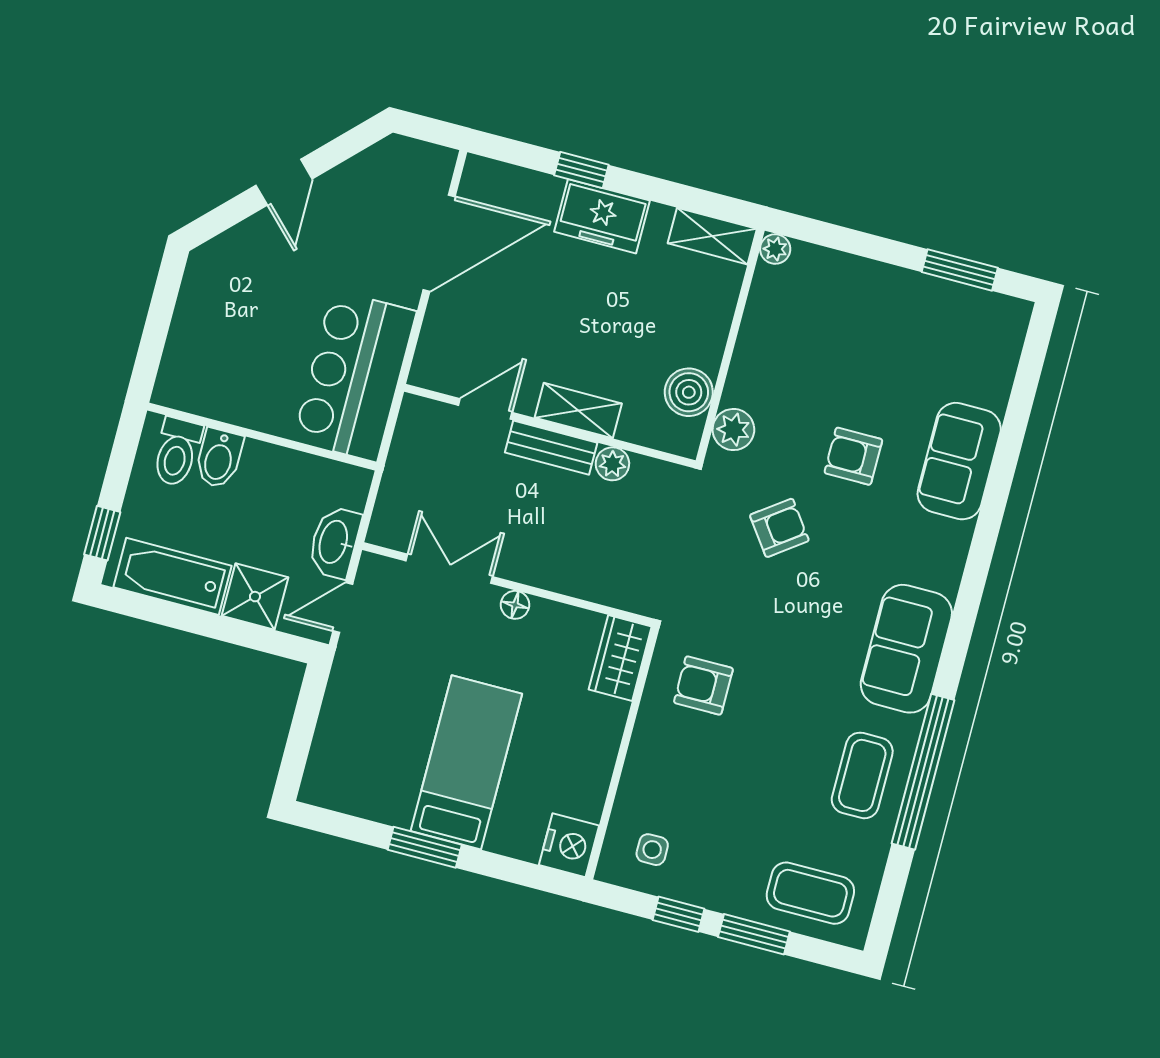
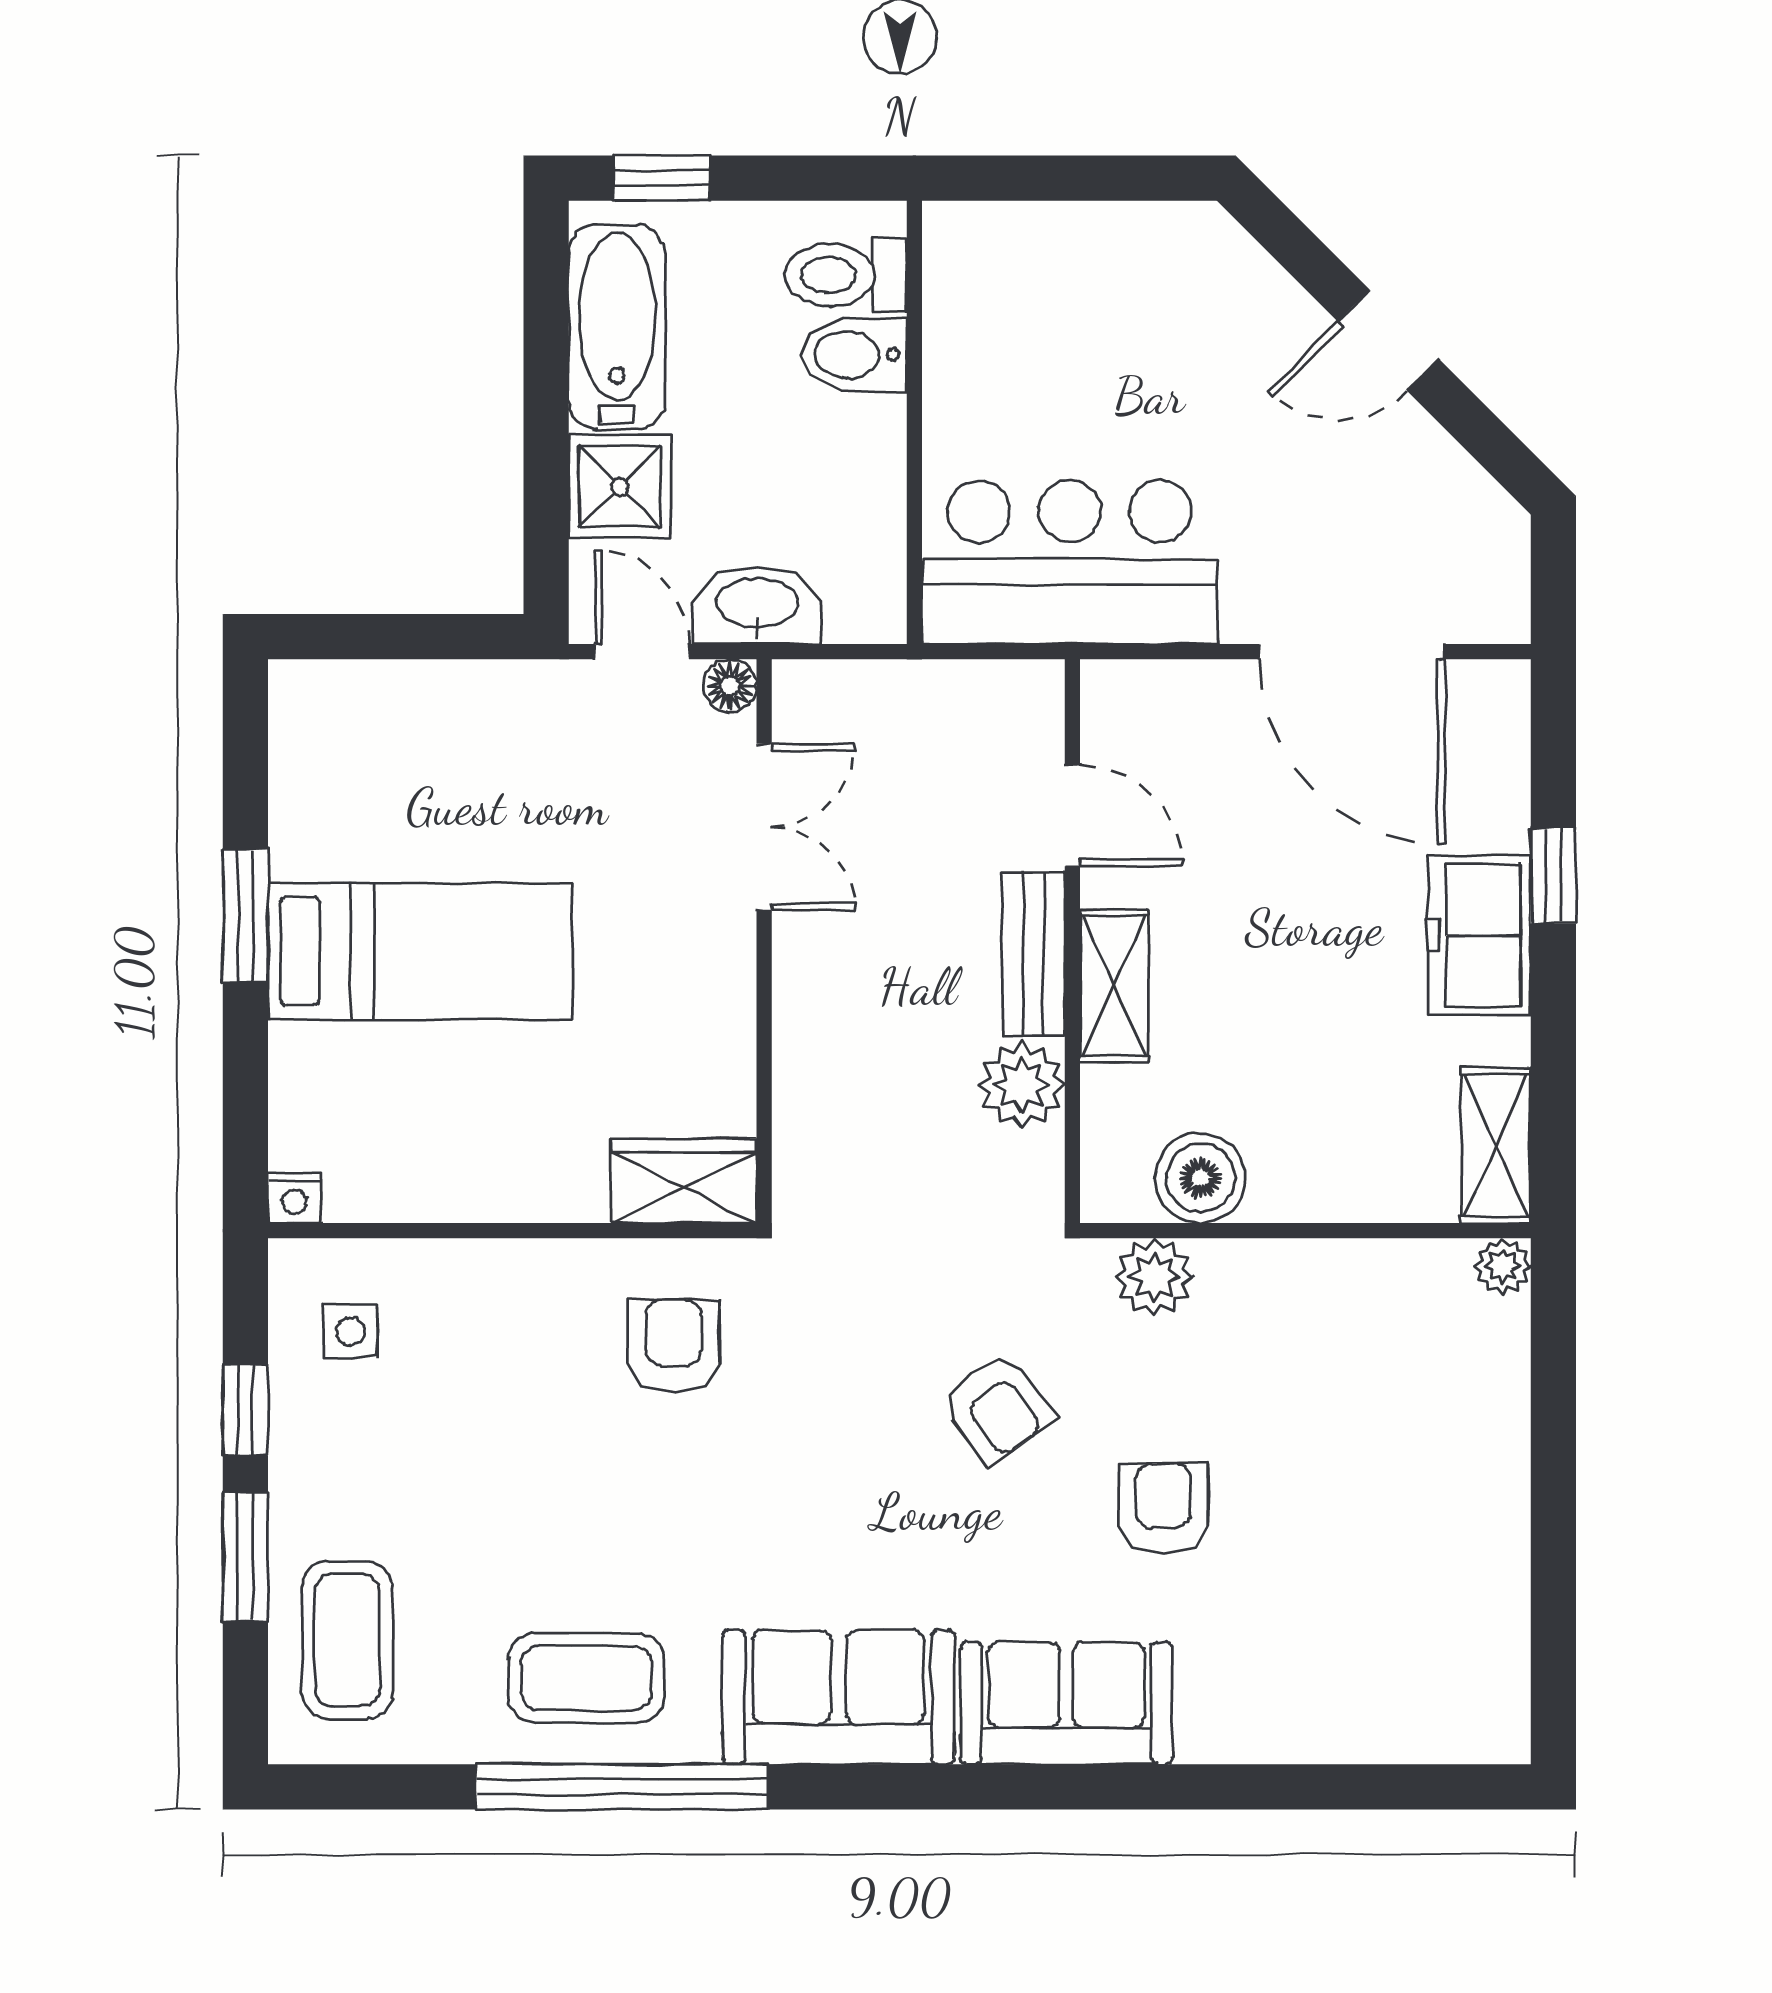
window: (960, 270) -> (1553, 1612), removed
sofa: (959, 461) -> (1066, 1703), moved
plant: (612, 464) -> (1022, 1085), width x1.38, depth x1.38
floor lamp: (515, 605) -> (730, 686), moved
nightstand: (569, 845) -> (295, 1198), width x0.53, depth x0.56

